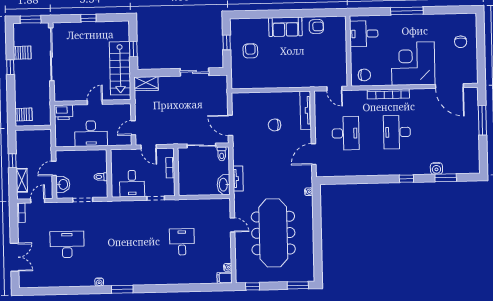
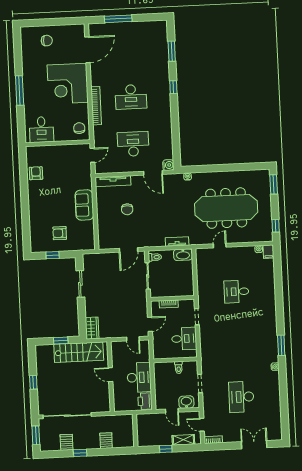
sofa: (285, 27) -> (84, 205), moved, turned 180
printer: (63, 112) -> (145, 401), moved, turned 180
server rack: (23, 114) -> (106, 441), moved
water cooler: (436, 168) -> (168, 165), moved

